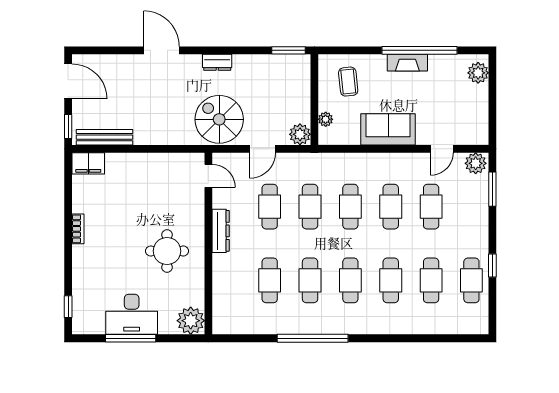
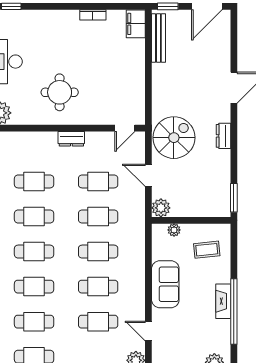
bookcase: (78, 229) -> (93, 15), moved
dresser: (221, 231) -> (71, 139), width x0.70

